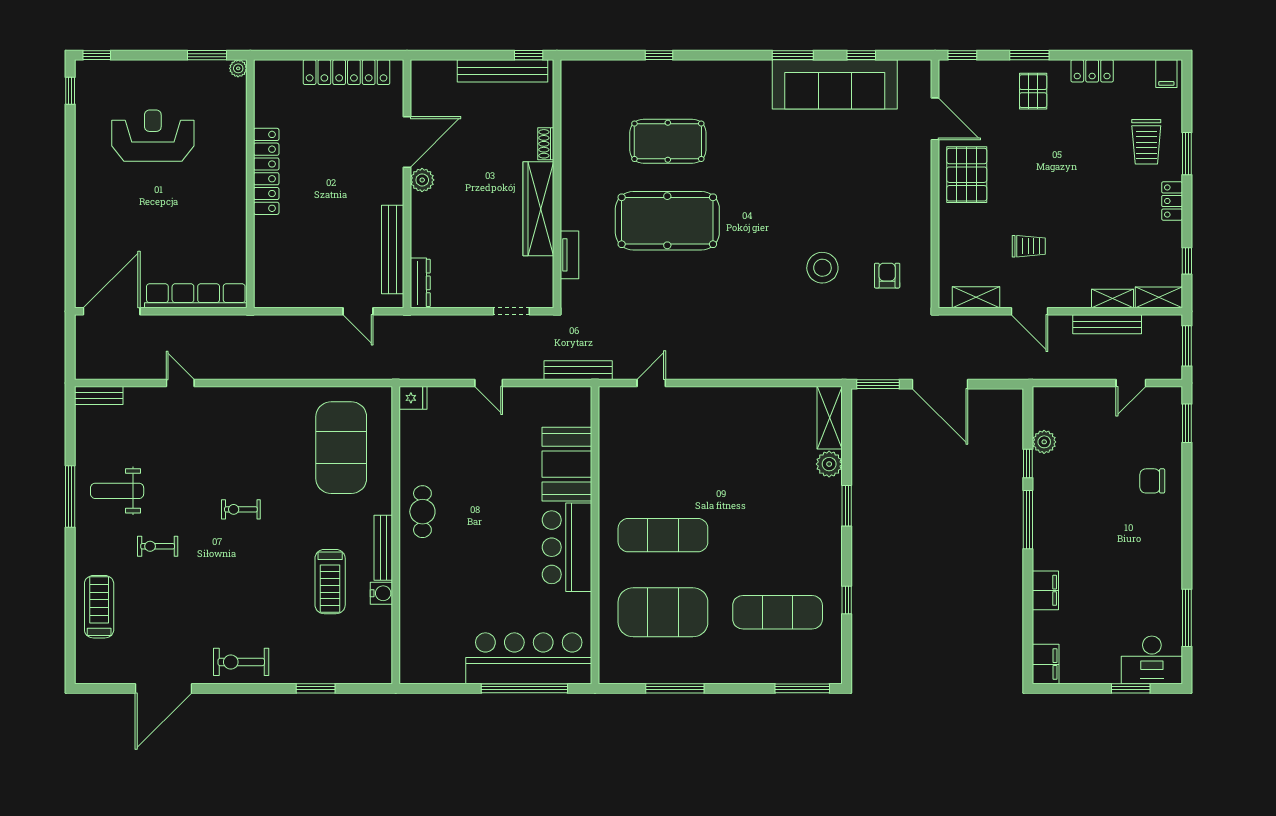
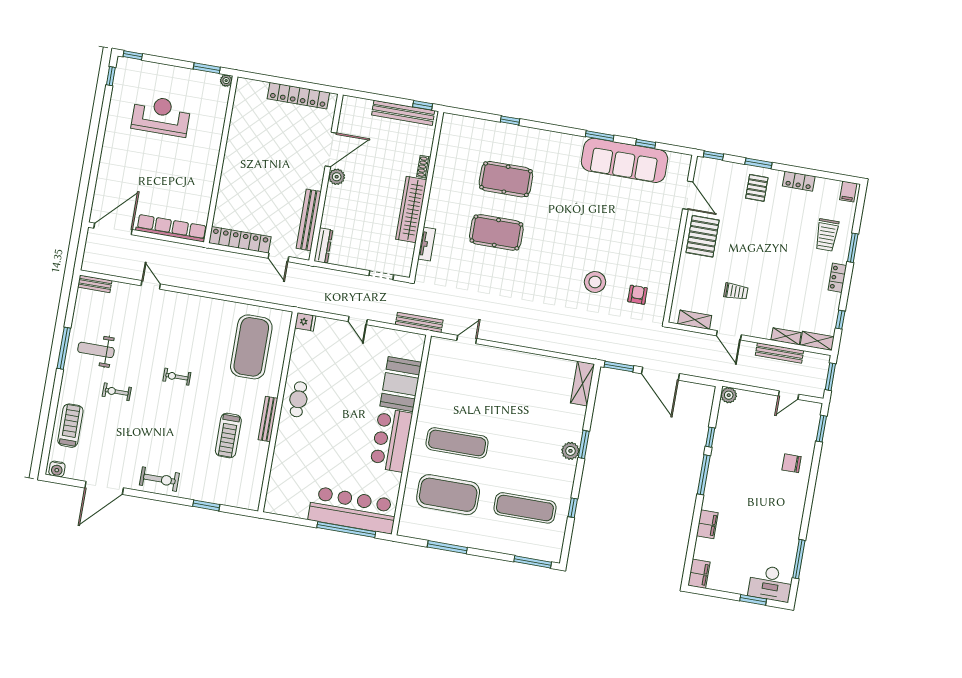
locker: (266, 171) -> (240, 240), moved, turned -90
pool table: (667, 221) -> (496, 232), width x0.73, depth x0.76
plant: (1044, 442) -> (729, 395), moved
plant: (829, 464) -> (570, 451), moved
water cooler: (381, 593) -> (57, 469), moved, turned 90
exercise bike: (241, 662) -> (159, 479), turned 180

